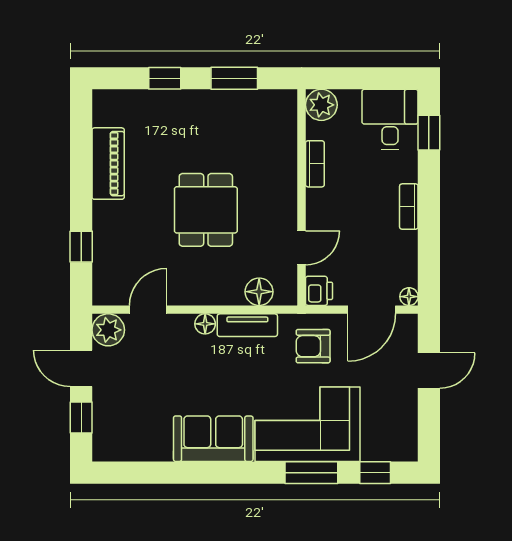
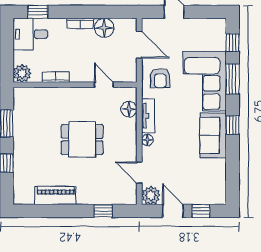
printer: (319, 291) -> (128, 75), removed
floor lamp: (409, 297) -> (104, 28), moved, width x1.89, depth x1.89
door: (81, 368) -> (173, 211), swing flipped
window: (231, 473) -> (233, 125), added

